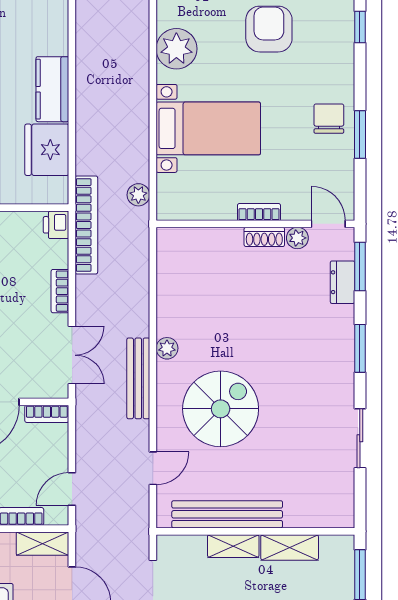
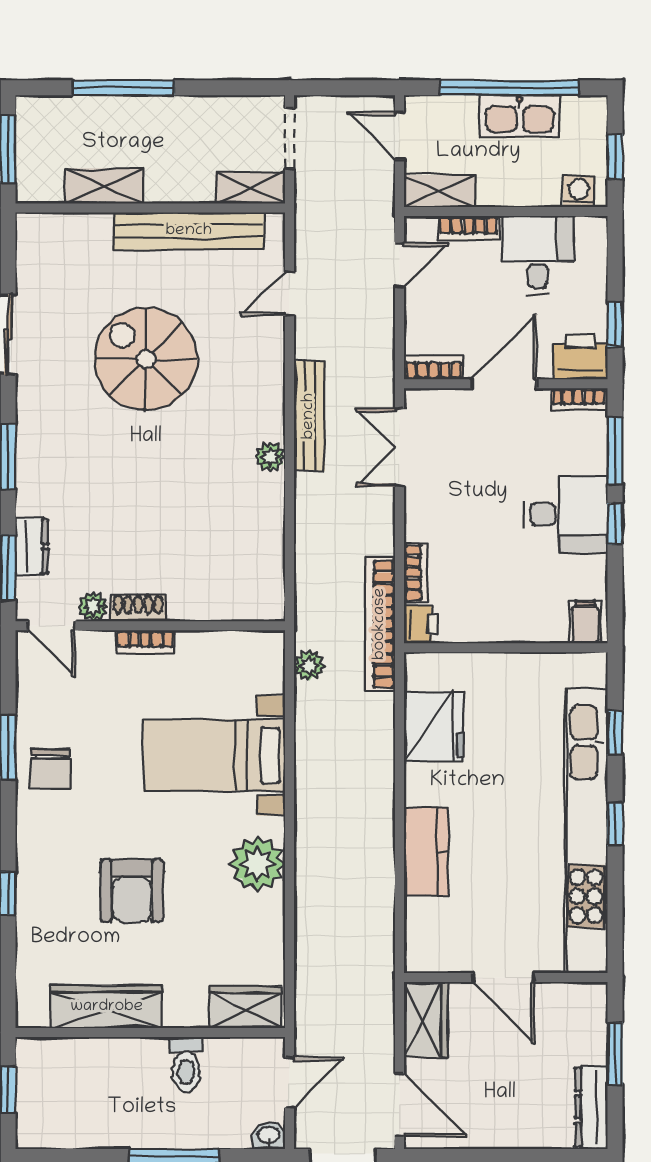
kitchen counter: (52, 89) -> (426, 851), moved
bookcase: (60, 291) -> (416, 573), moved
spiral stairs: (221, 409) -> (146, 359), moved, turned 90
shelving: (233, 546) -> (250, 188), moved

